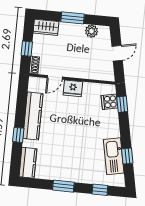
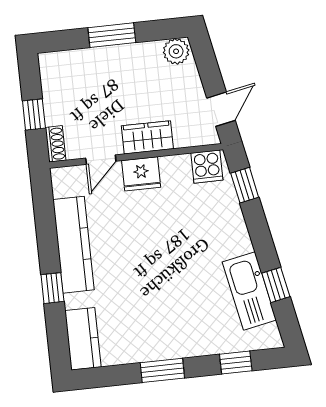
wardrobe: (46, 27) -> (147, 137), moved, turned 180
plant: (92, 31) -> (176, 51), moved
door: (117, 53) -> (221, 109), moved
cooker: (109, 102) -> (207, 167), moved, turned -79

